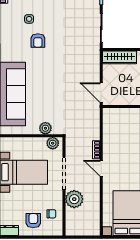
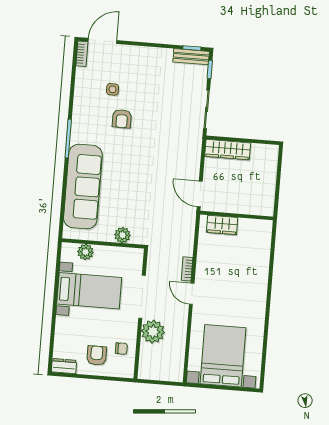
wardrobe: (120, 115) -> (222, 225), added
plant: (53, 143) -> (85, 252), moved

